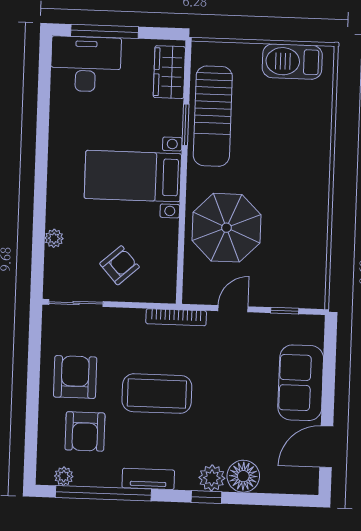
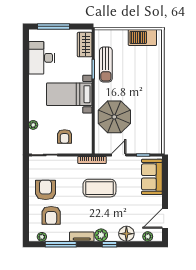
desk: (86, 64) -> (42, 58), moved, turned -90
sun lounger: (213, 116) -> (106, 65), width x0.73, depth x0.75
armchair: (120, 265) -> (65, 136), turned 132
sofa: (301, 383) -> (152, 177), moved
coffee table: (157, 394) -> (99, 188), moved
plant: (212, 478) -> (101, 235), moved
plant: (288, 484) -> (148, 236), added
window: (103, 493) -> (61, 244), width x0.68

